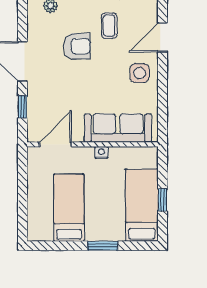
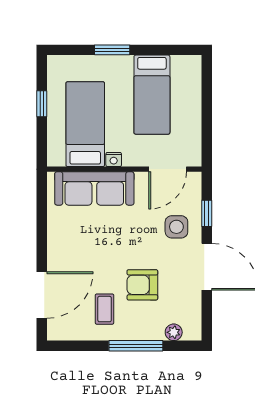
door: (162, 38) -> (42, 295), width x1.36
side table: (140, 73) -> (176, 227), moved
bed: (142, 205) -> (85, 124), moved, turned 180

